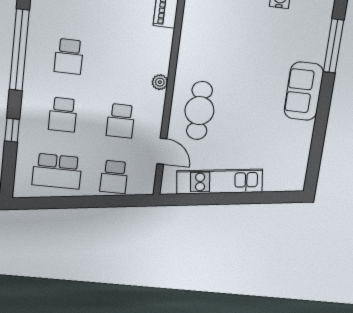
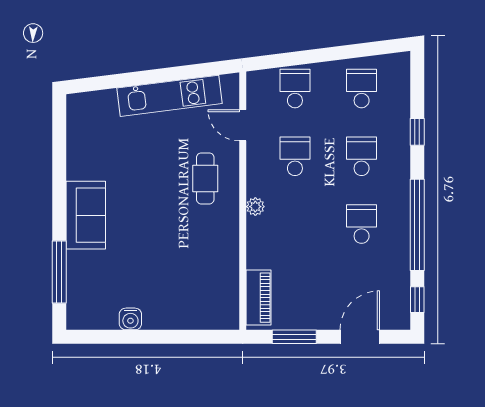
cafe table: (199, 111) -> (205, 178), width x0.73, depth x0.74
school desk: (57, 171) -> (362, 89), width x0.54

